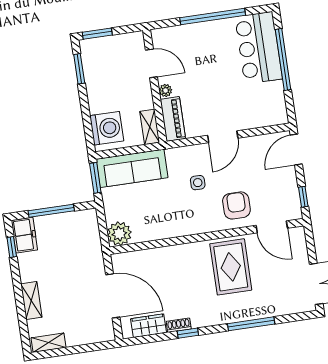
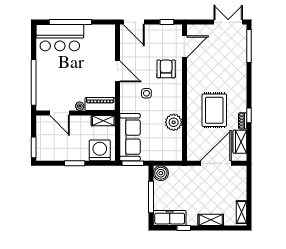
window: (213, 17) -> (34, 82), moved
door: (151, 63) -> (60, 113), swing flipped
window: (79, 69) -> (75, 163), moved
armchair: (236, 205) -> (166, 69), turned 90
boiler: (87, 220) -> (161, 173), added
plant: (119, 234) -> (174, 122), moved
freezer: (24, 235) -> (170, 218), width x1.40
window: (12, 247) -> (184, 228), moved
rug: (231, 267) -> (214, 110), moved, turned 90
window: (251, 324) -> (249, 46), moved

